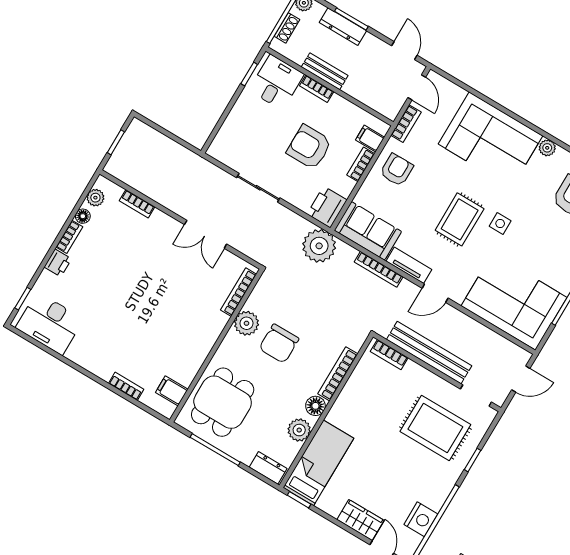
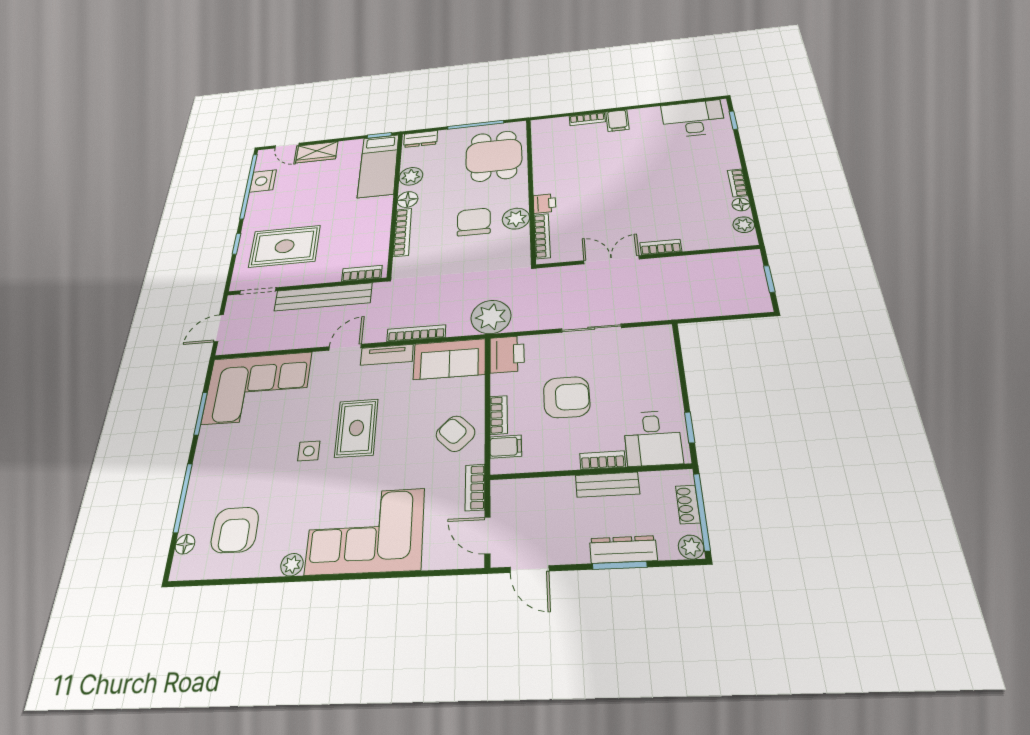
armchair: (397, 170) -> (456, 434), turned 135
bookcase: (137, 204) -> (661, 247), moved
printer: (58, 263) -> (544, 203), moved, turned 180
filing cabinet: (172, 391) -> (617, 121), moved, turned 90

